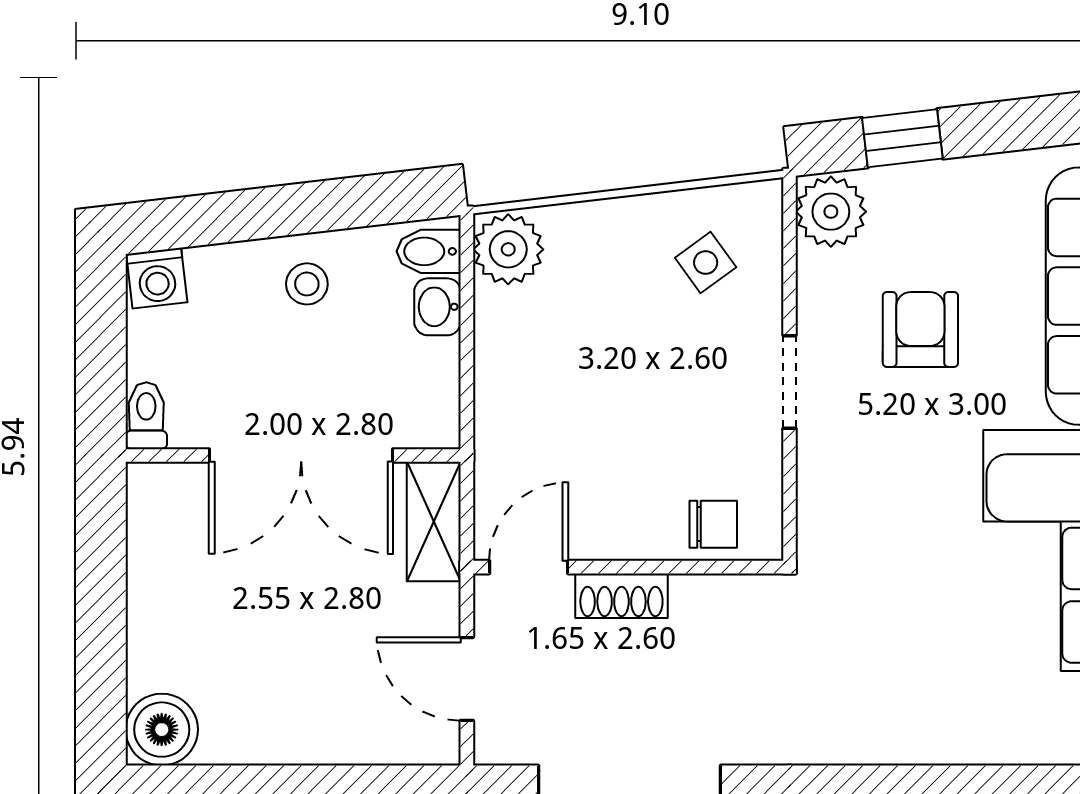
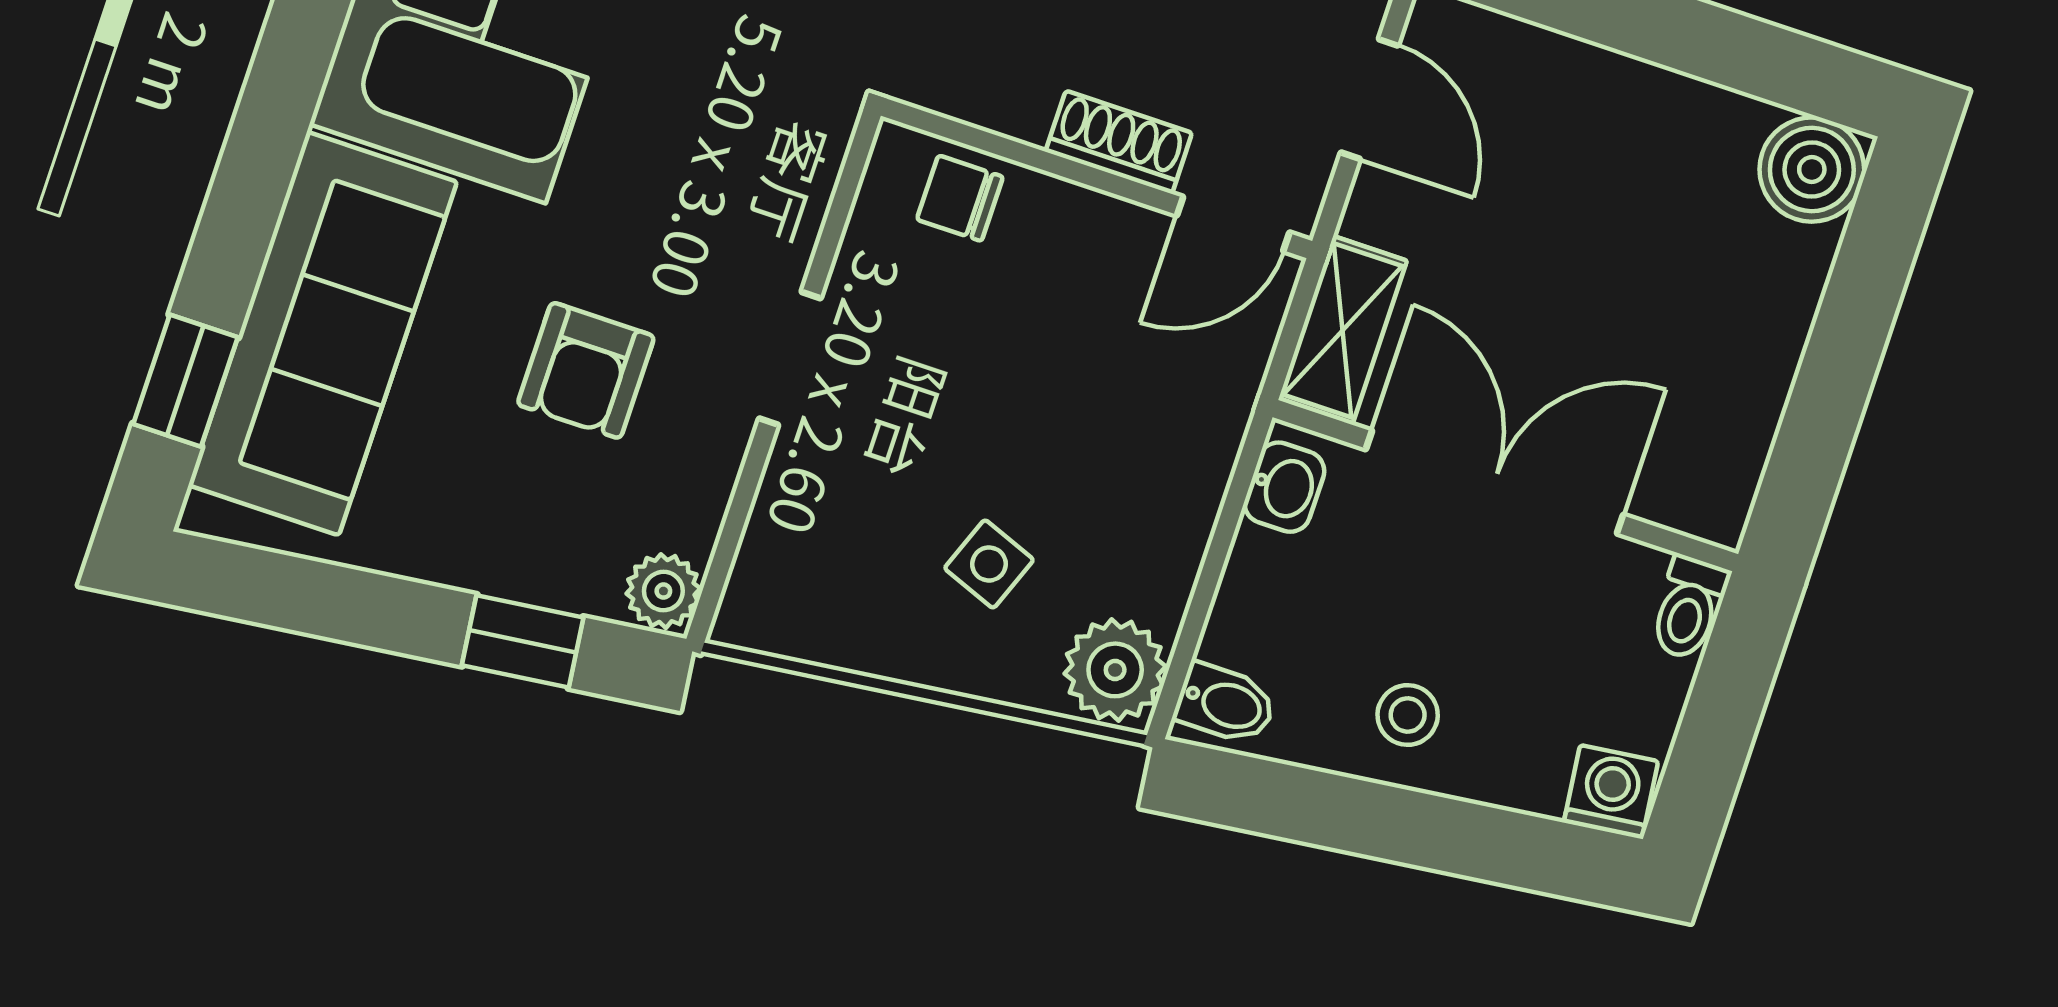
plant: (831, 212) -> (663, 591), width x0.73, depth x0.73
side table: (706, 262) -> (989, 564), moved, turned -33
washbasin: (437, 307) -> (1284, 487), moved

